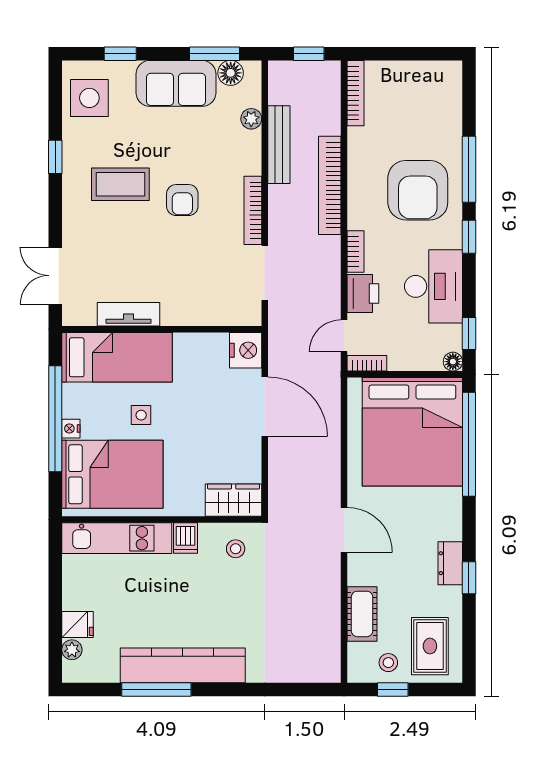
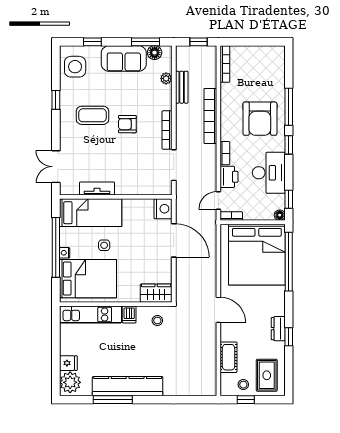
bench: (279, 145) -> (182, 87), width x0.73
armchair: (182, 200) -> (127, 124), turned 90
plant: (72, 650) -> (70, 382), width x1.87, depth x1.87

